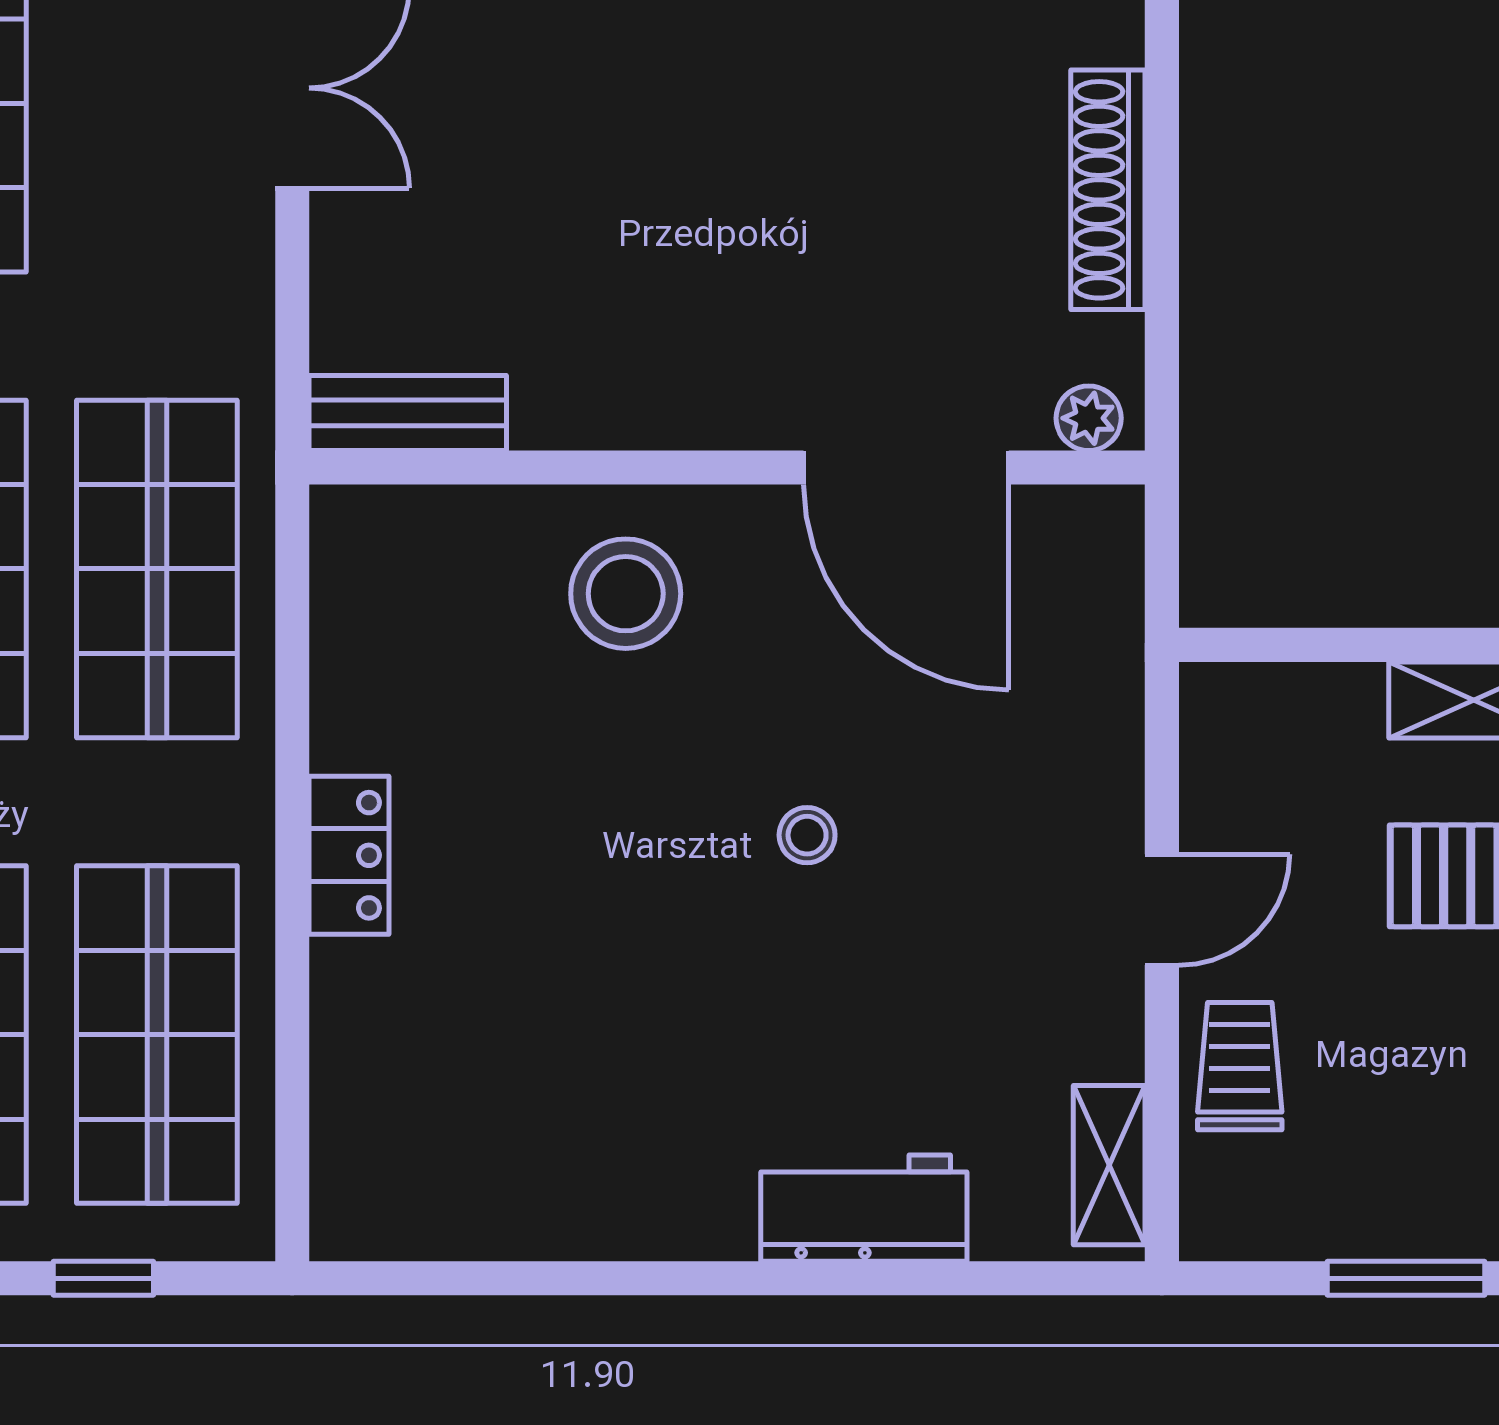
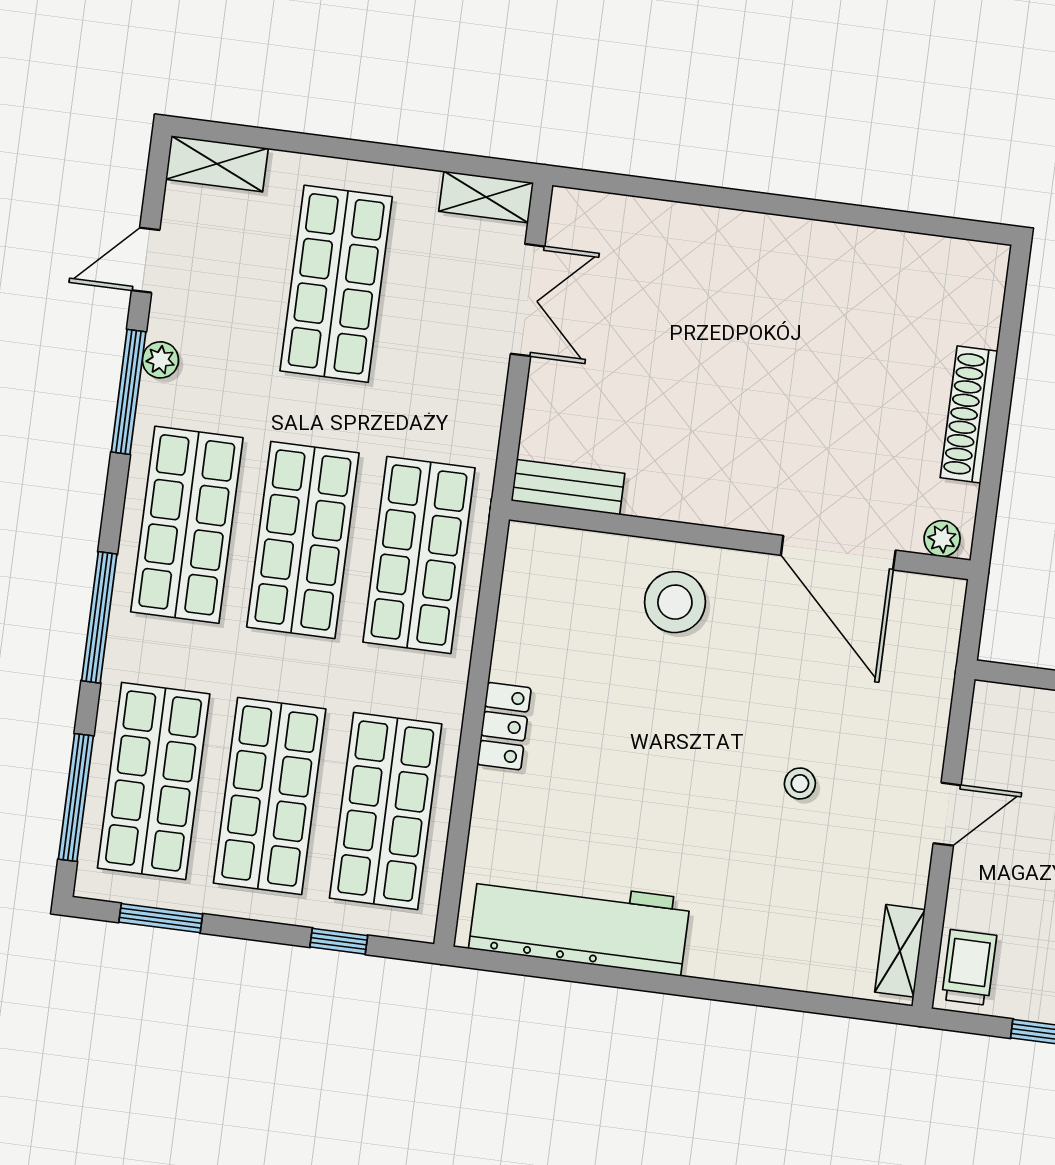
stool: (807, 835) -> (800, 784), moved
trolley: (1240, 1066) -> (969, 967), moved
workbench: (864, 1208) -> (580, 924), moved, width x1.88, depth x1.32

